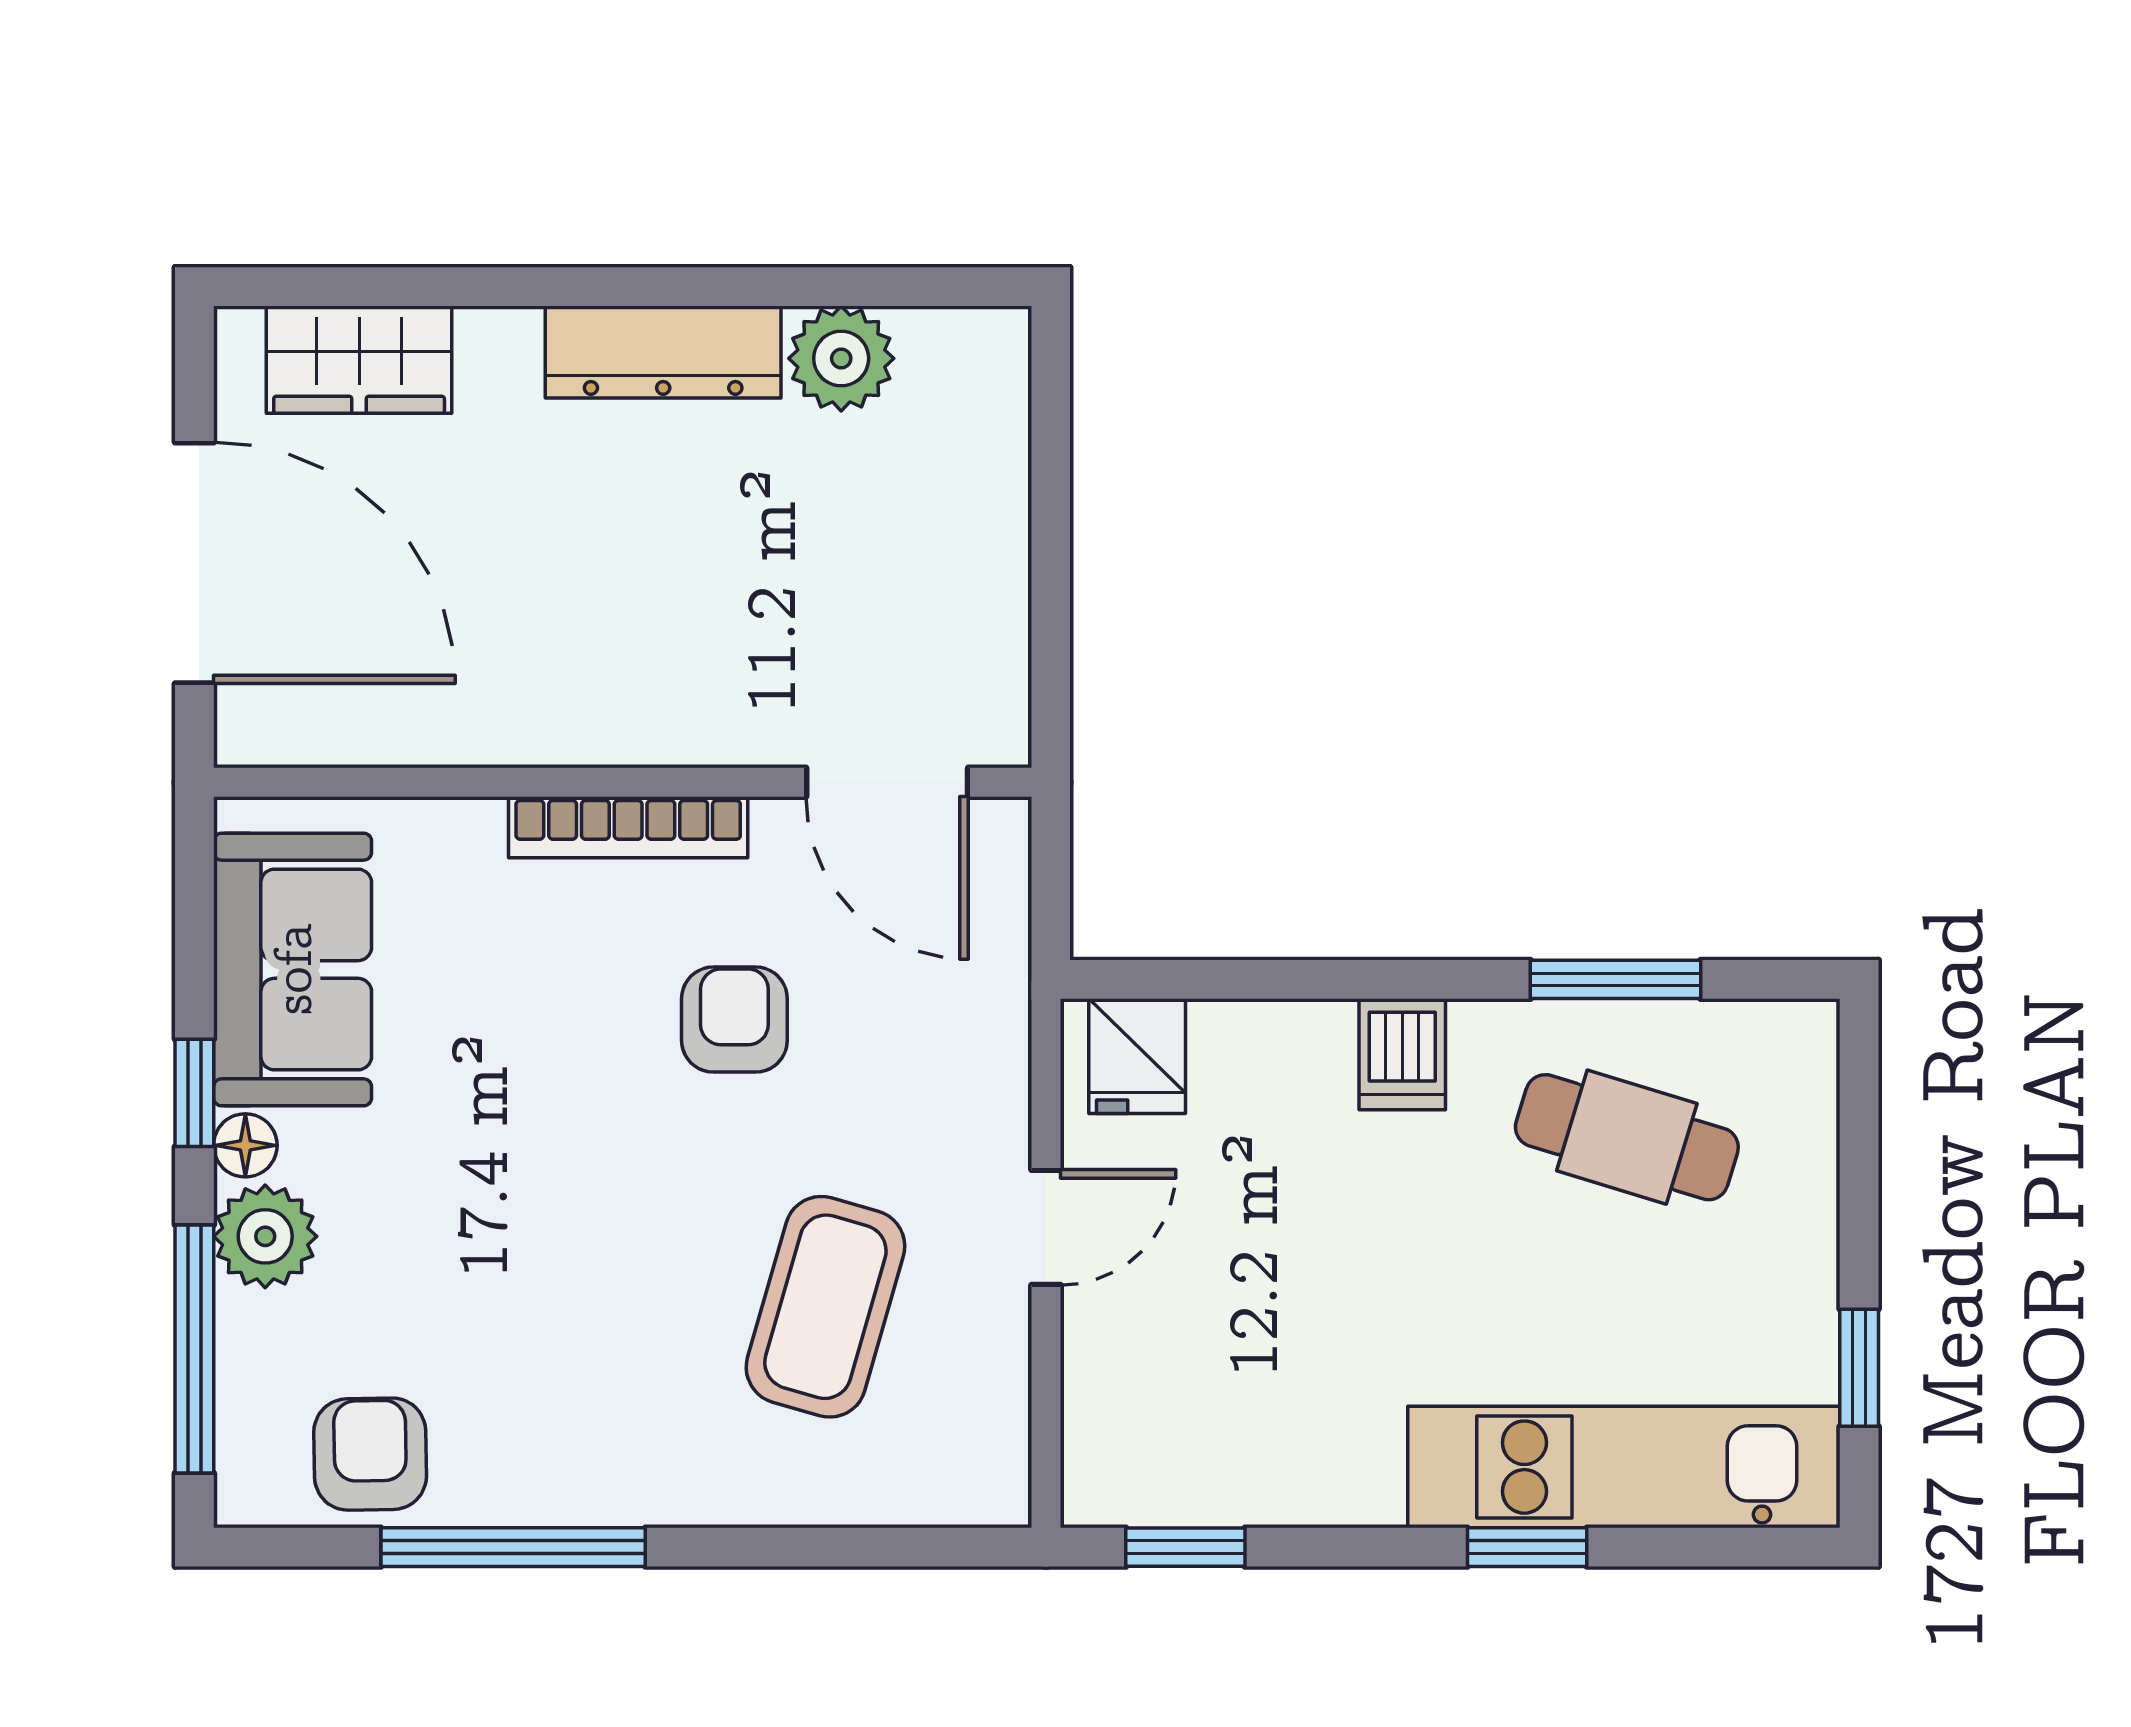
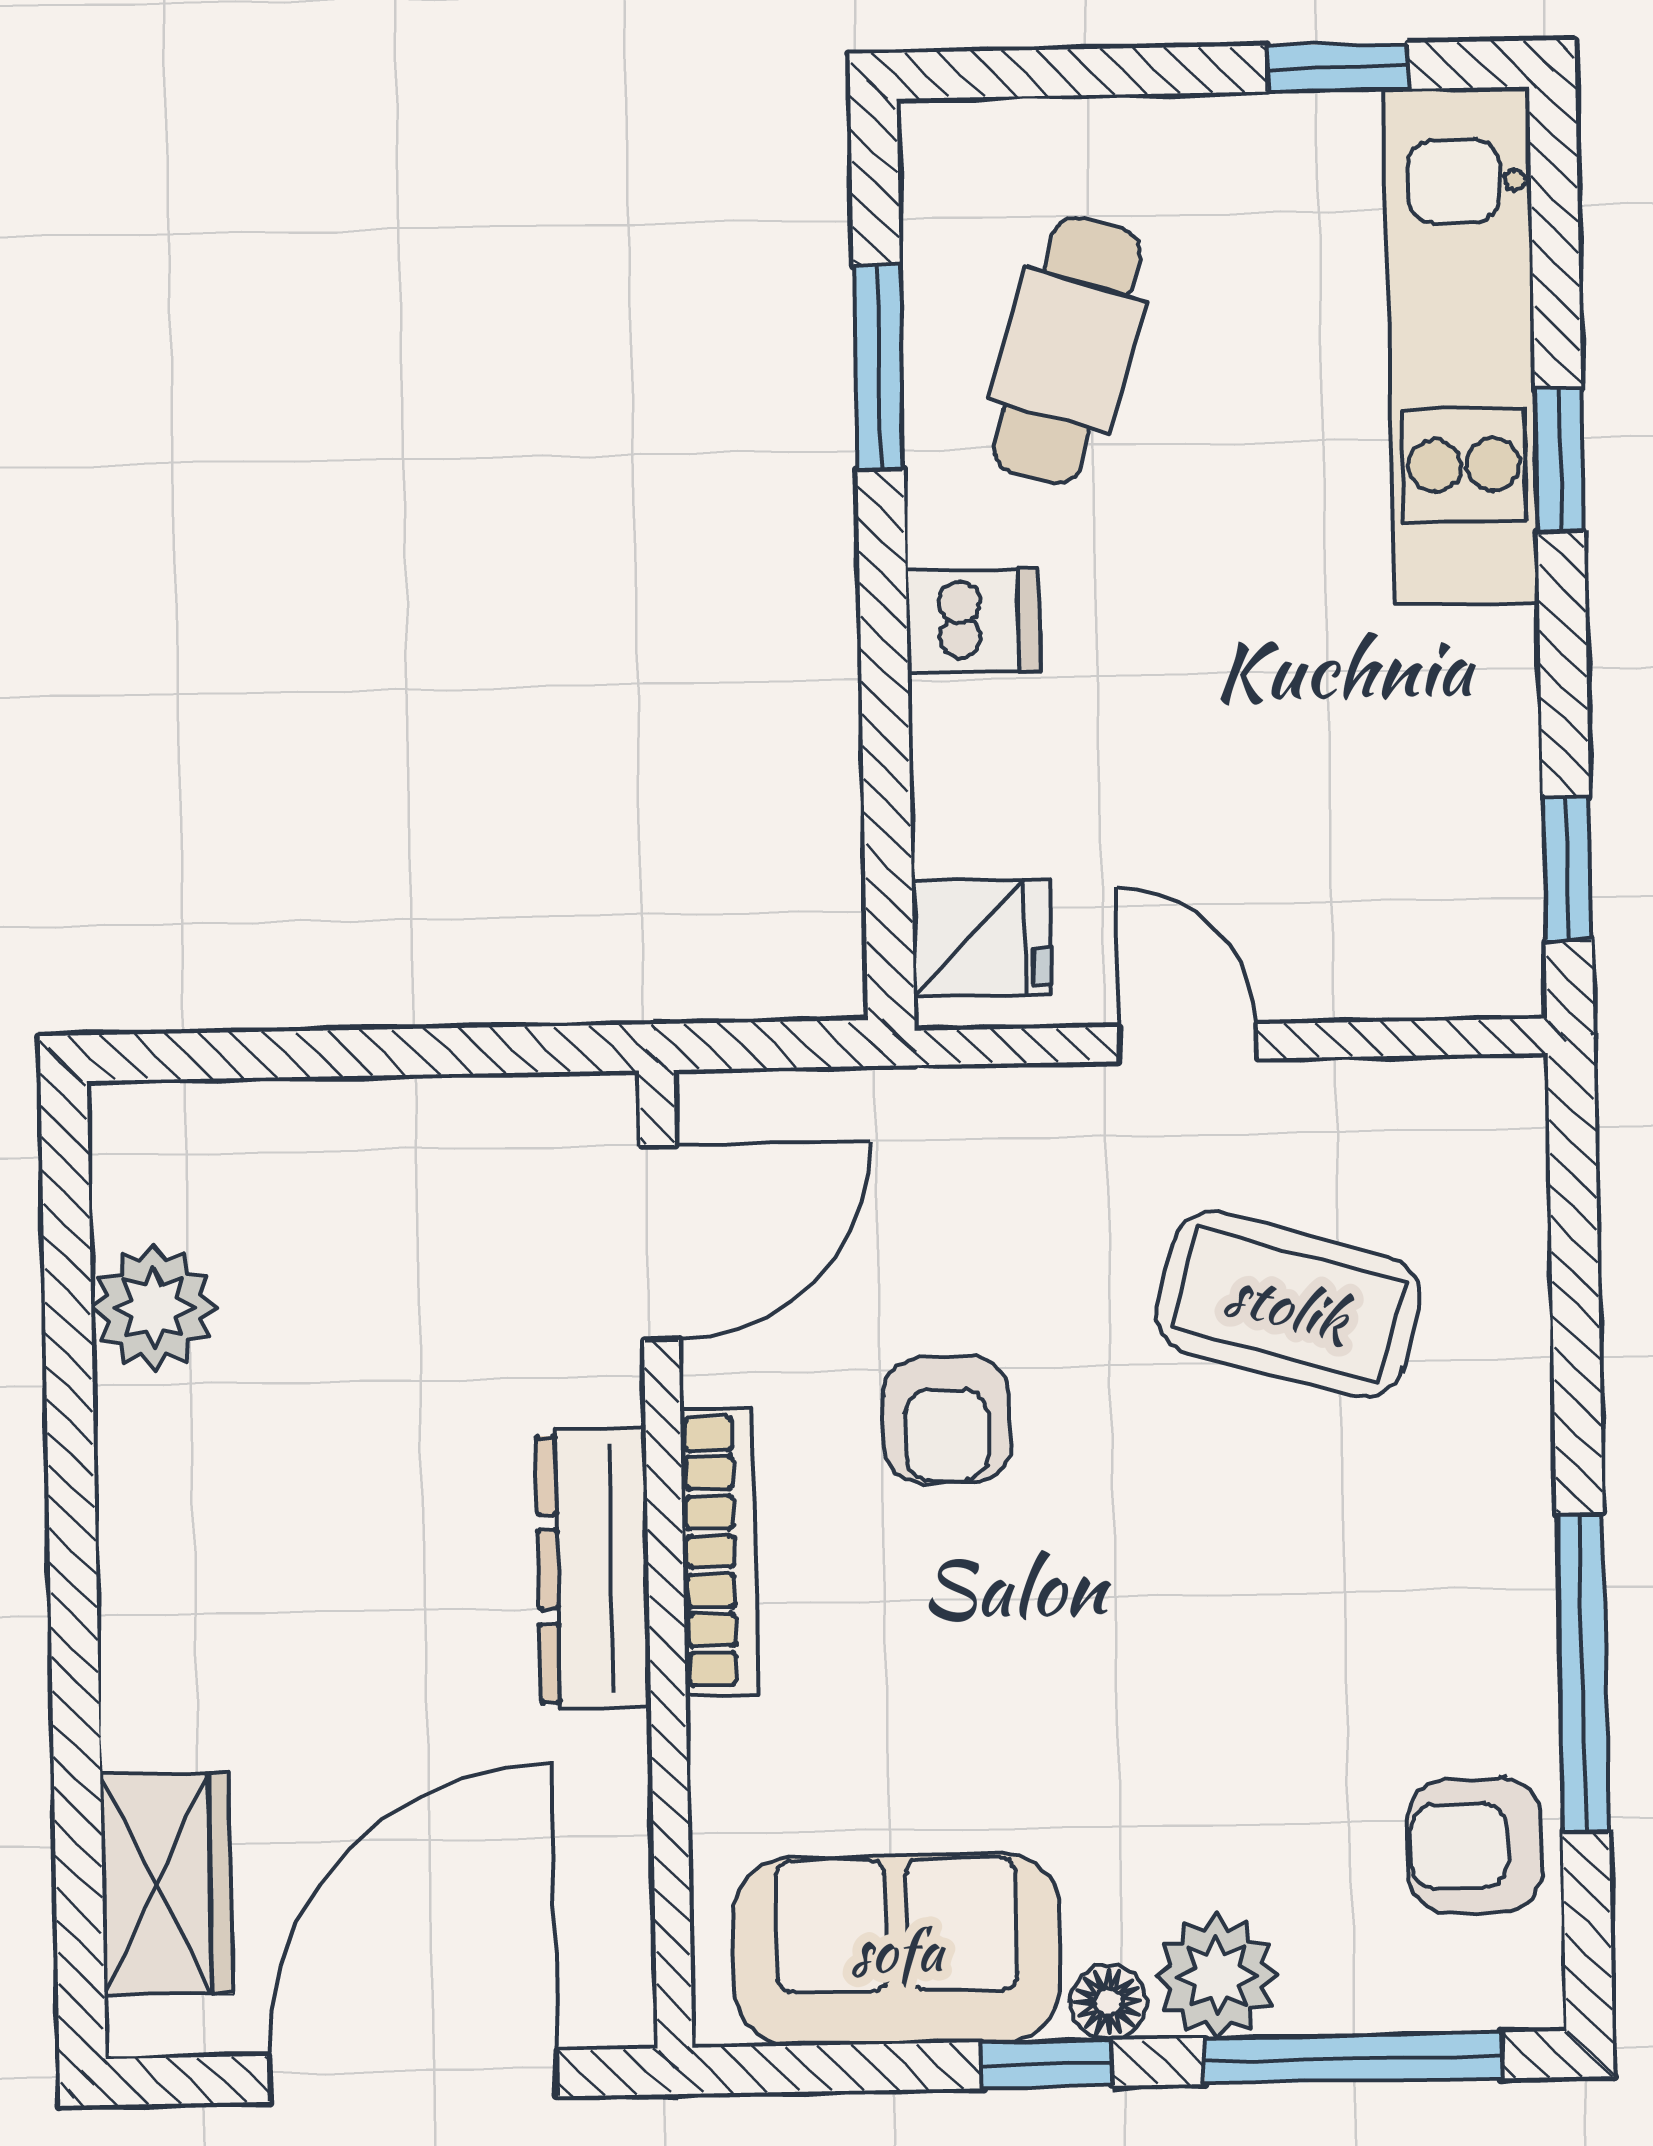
dresser: (663, 352) -> (593, 1568), moved, turned 180
armchair: (734, 1020) -> (947, 1420), turned -90

